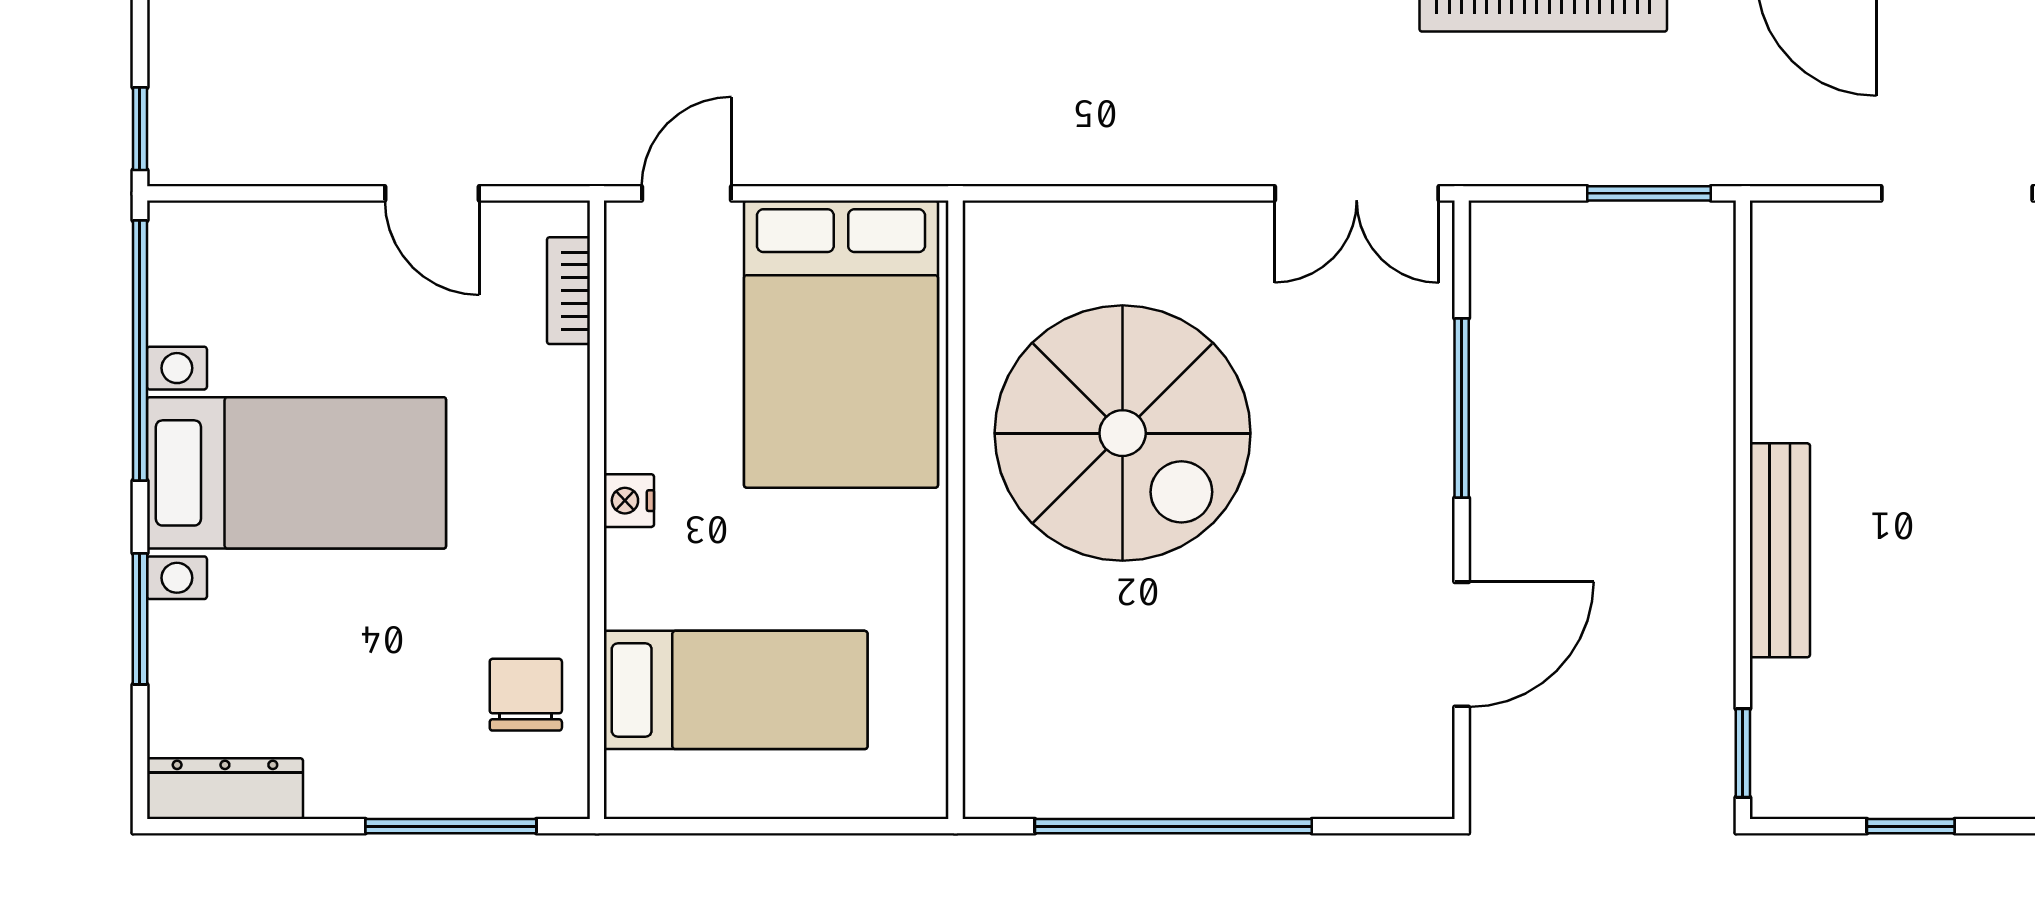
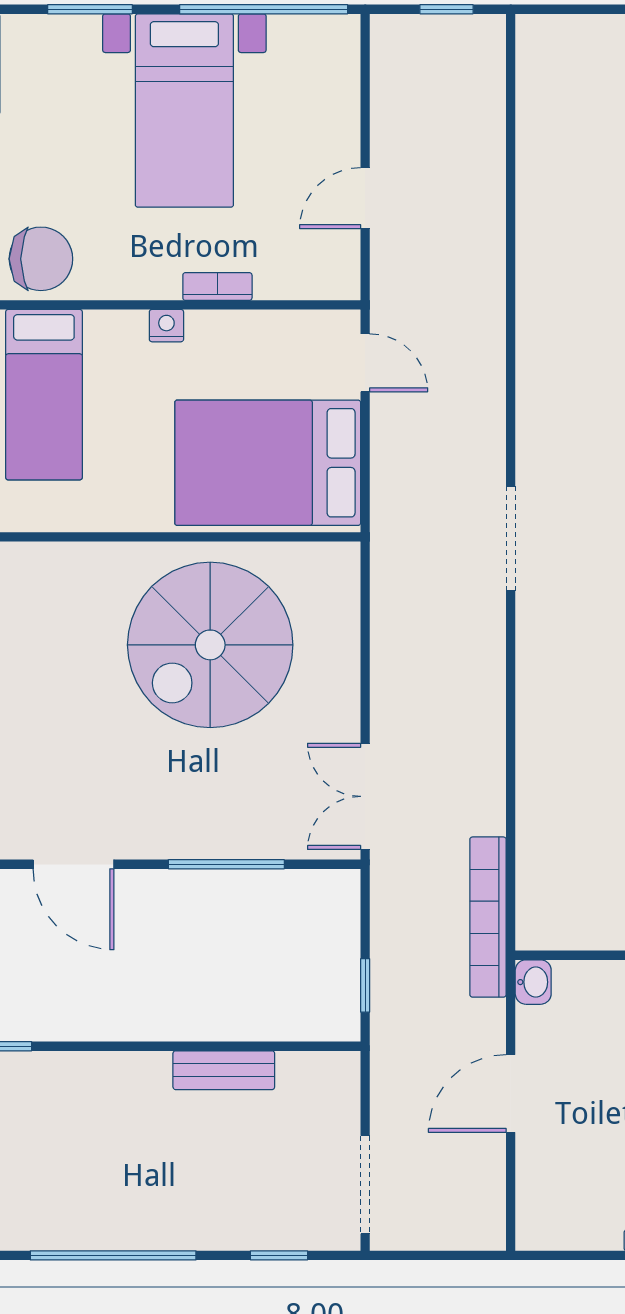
window: (140, 129) -> (446, 9), moved
window: (1649, 193) -> (365, 985), width x0.67
bookcase: (569, 291) -> (217, 287), moved
bench: (1780, 550) -> (224, 1070), moved, width x0.73
chair: (526, 695) -> (41, 259), width x1.37, depth x1.37

